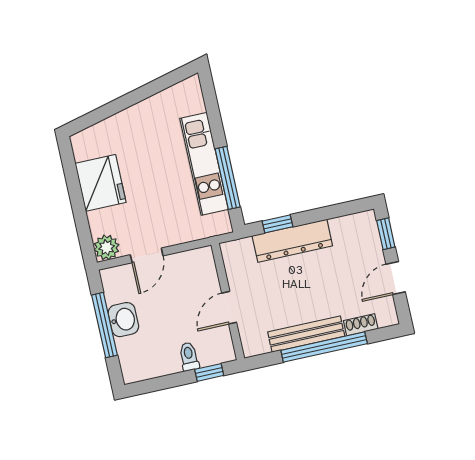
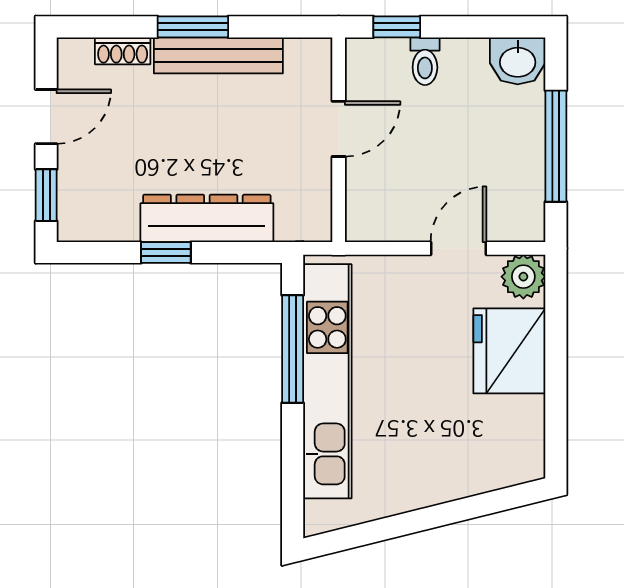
kitchen unit: (204, 164) -> (327, 381), width x1.36
fridge: (101, 183) -> (509, 351), moved
window: (278, 224) -> (166, 252), moved
washbasin: (123, 320) -> (518, 61), moved, turned -90
window: (324, 347) -> (193, 27), width x0.47

